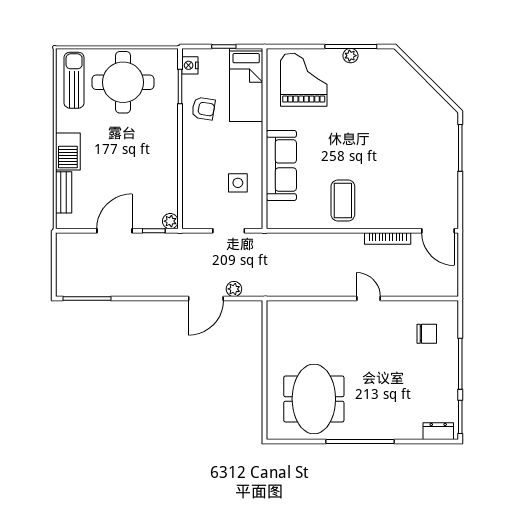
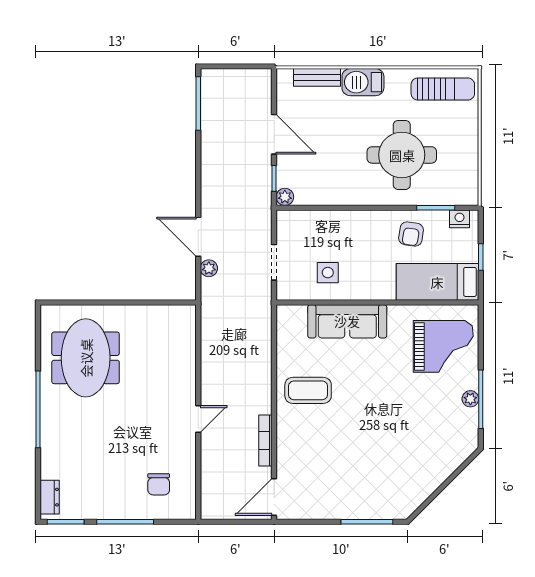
round table: (123, 82) -> (402, 155), moved
meeting table: (314, 399) -> (86, 358), turned 90

